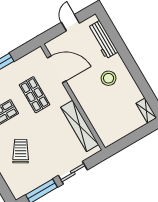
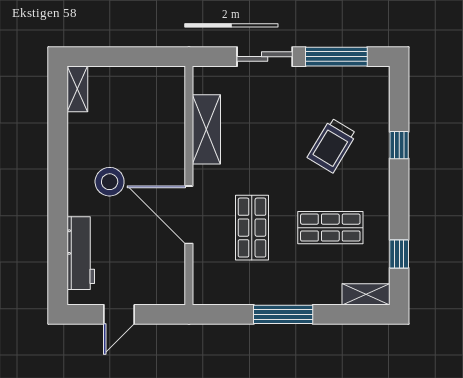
door: (57, 69) -> (189, 215), moved
shelving: (80, 126) -> (206, 129), width x0.68

